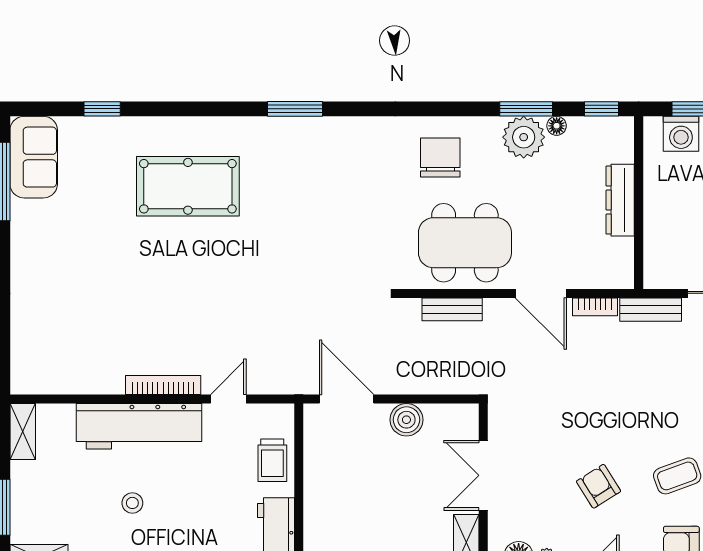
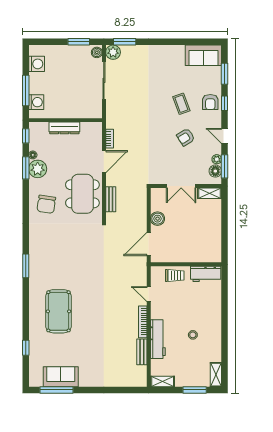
sofa: (34, 157) -> (61, 377), moved
chair: (440, 158) -> (46, 204), turned -82
bench: (651, 310) -> (142, 352), moved
workbench: (139, 426) -> (158, 339), width x0.73, depth x0.76

